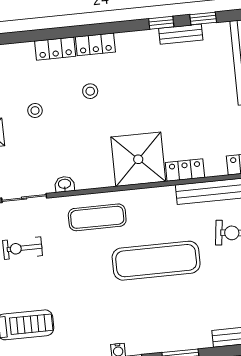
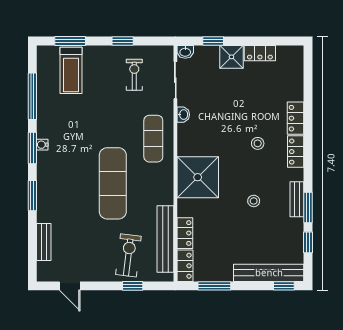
window: (161, 23) -> (308, 207), width x1.50
bench: (181, 34) -> (297, 199), moved
stool: (35, 110) -> (254, 201), moved
locker: (185, 170) -> (185, 233), moved

